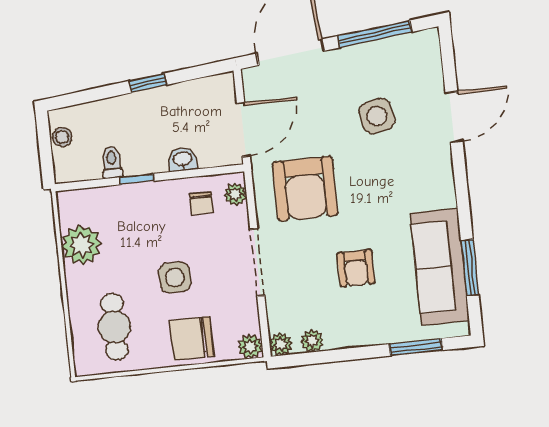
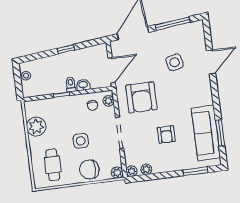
toilet: (112, 162) -> (71, 84), moved

